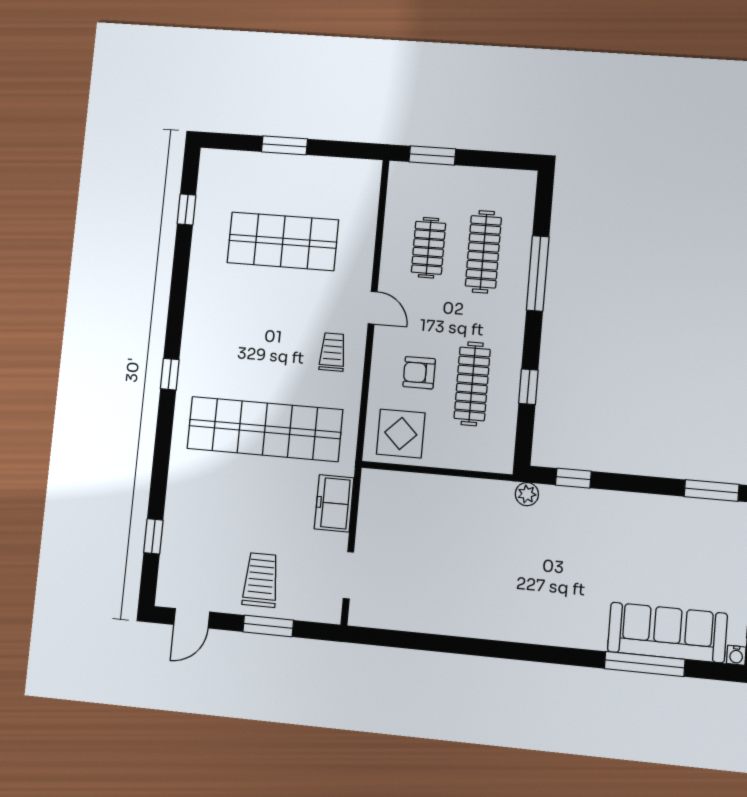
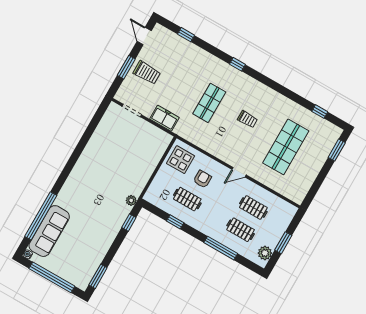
window: (284, 145) -> (337, 150), moved
window: (432, 155) -> (283, 243), moved
plant: (507, 184) -> (265, 253), added
clothes rail: (483, 252) -> (241, 230), width x0.73
trolley: (333, 352) -> (248, 119), moved
window: (170, 374) -> (237, 64), moved
clothes rail: (472, 384) -> (187, 199), width x0.73
shop shelf: (265, 429) -> (209, 103), width x0.50, depth x0.74
window: (645, 664) -> (41, 216), width x1.46

